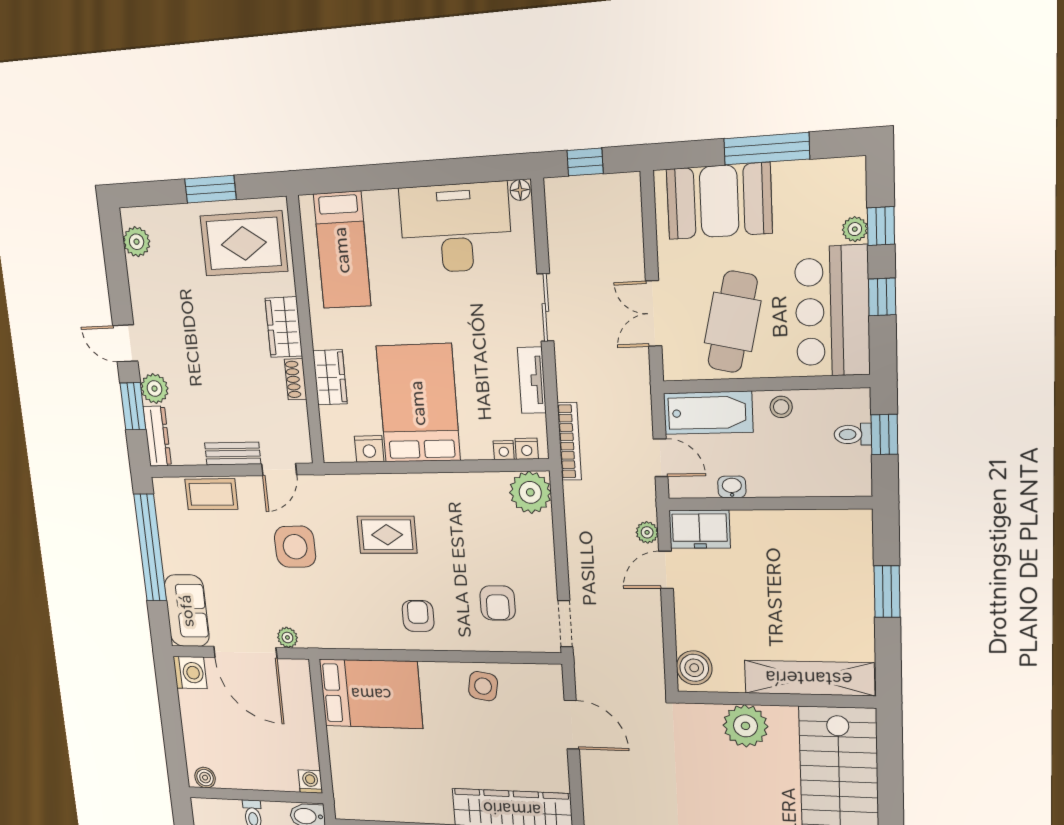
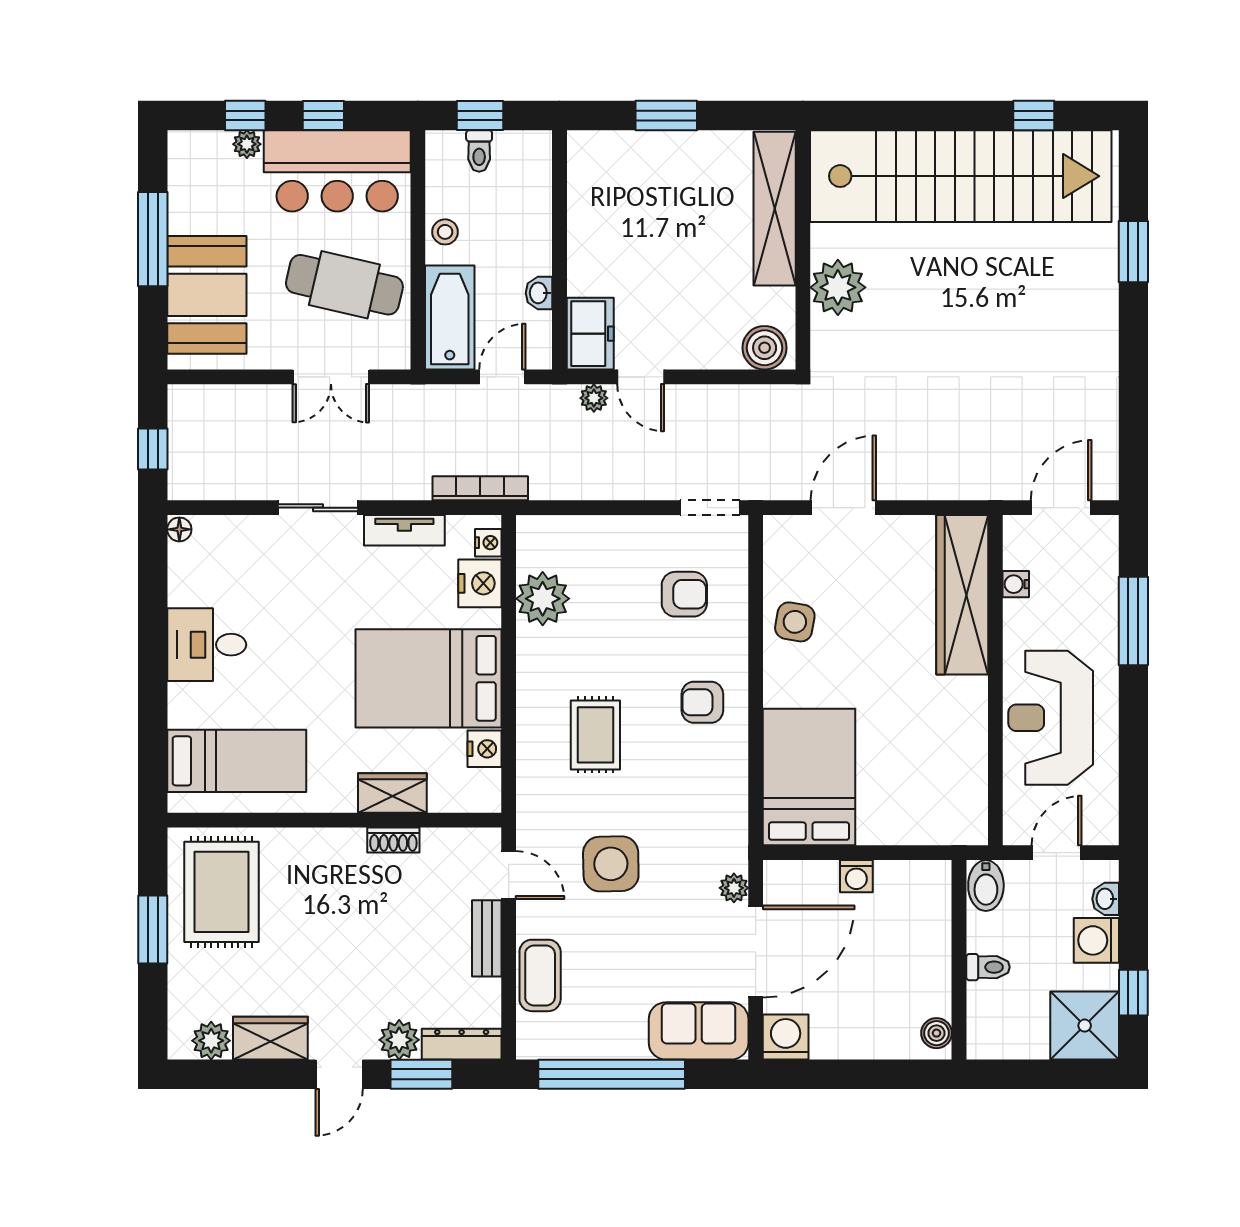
desk: (455, 228) -> (207, 645), width x0.53, depth x0.77
wardrobe: (284, 327) -> (270, 1038), moved, turned 180
nightstand: (504, 450) -> (480, 583), width x1.89, depth x1.79
plant: (530, 492) -> (543, 599), moved
washing machine: (310, 781) -> (856, 876), moved, turned -90

